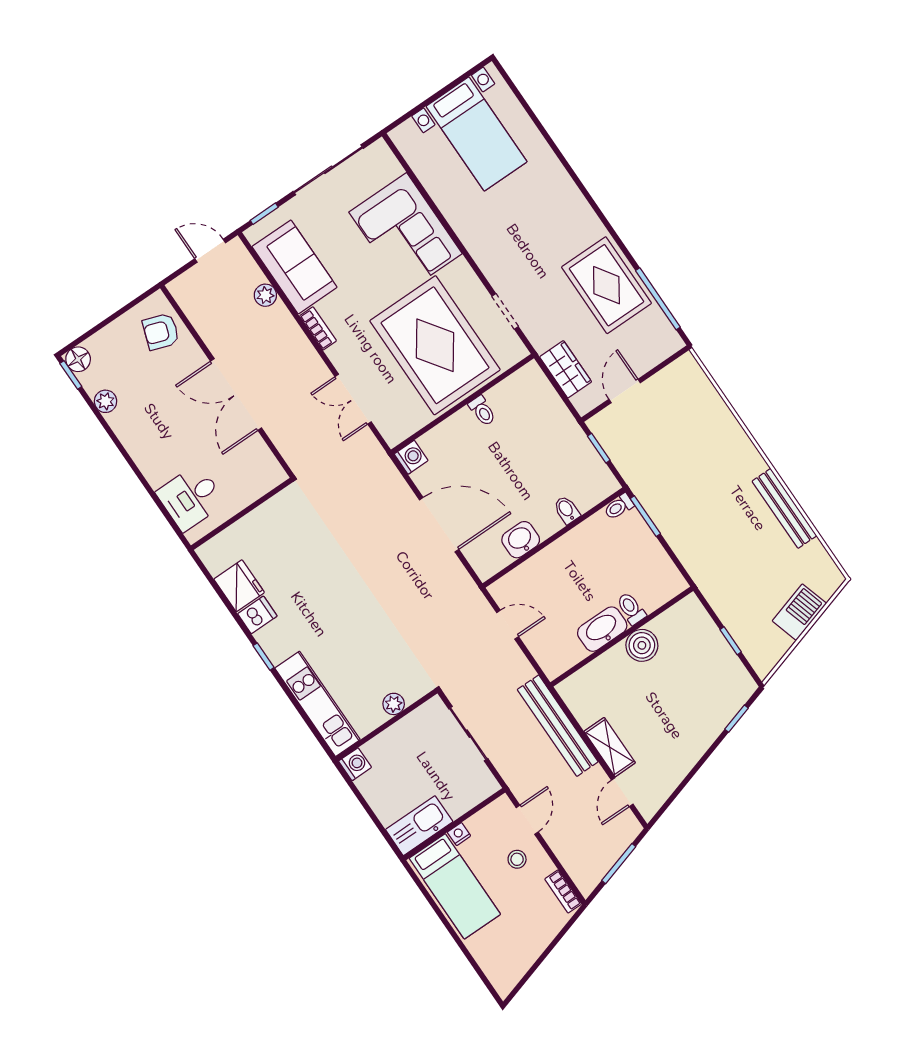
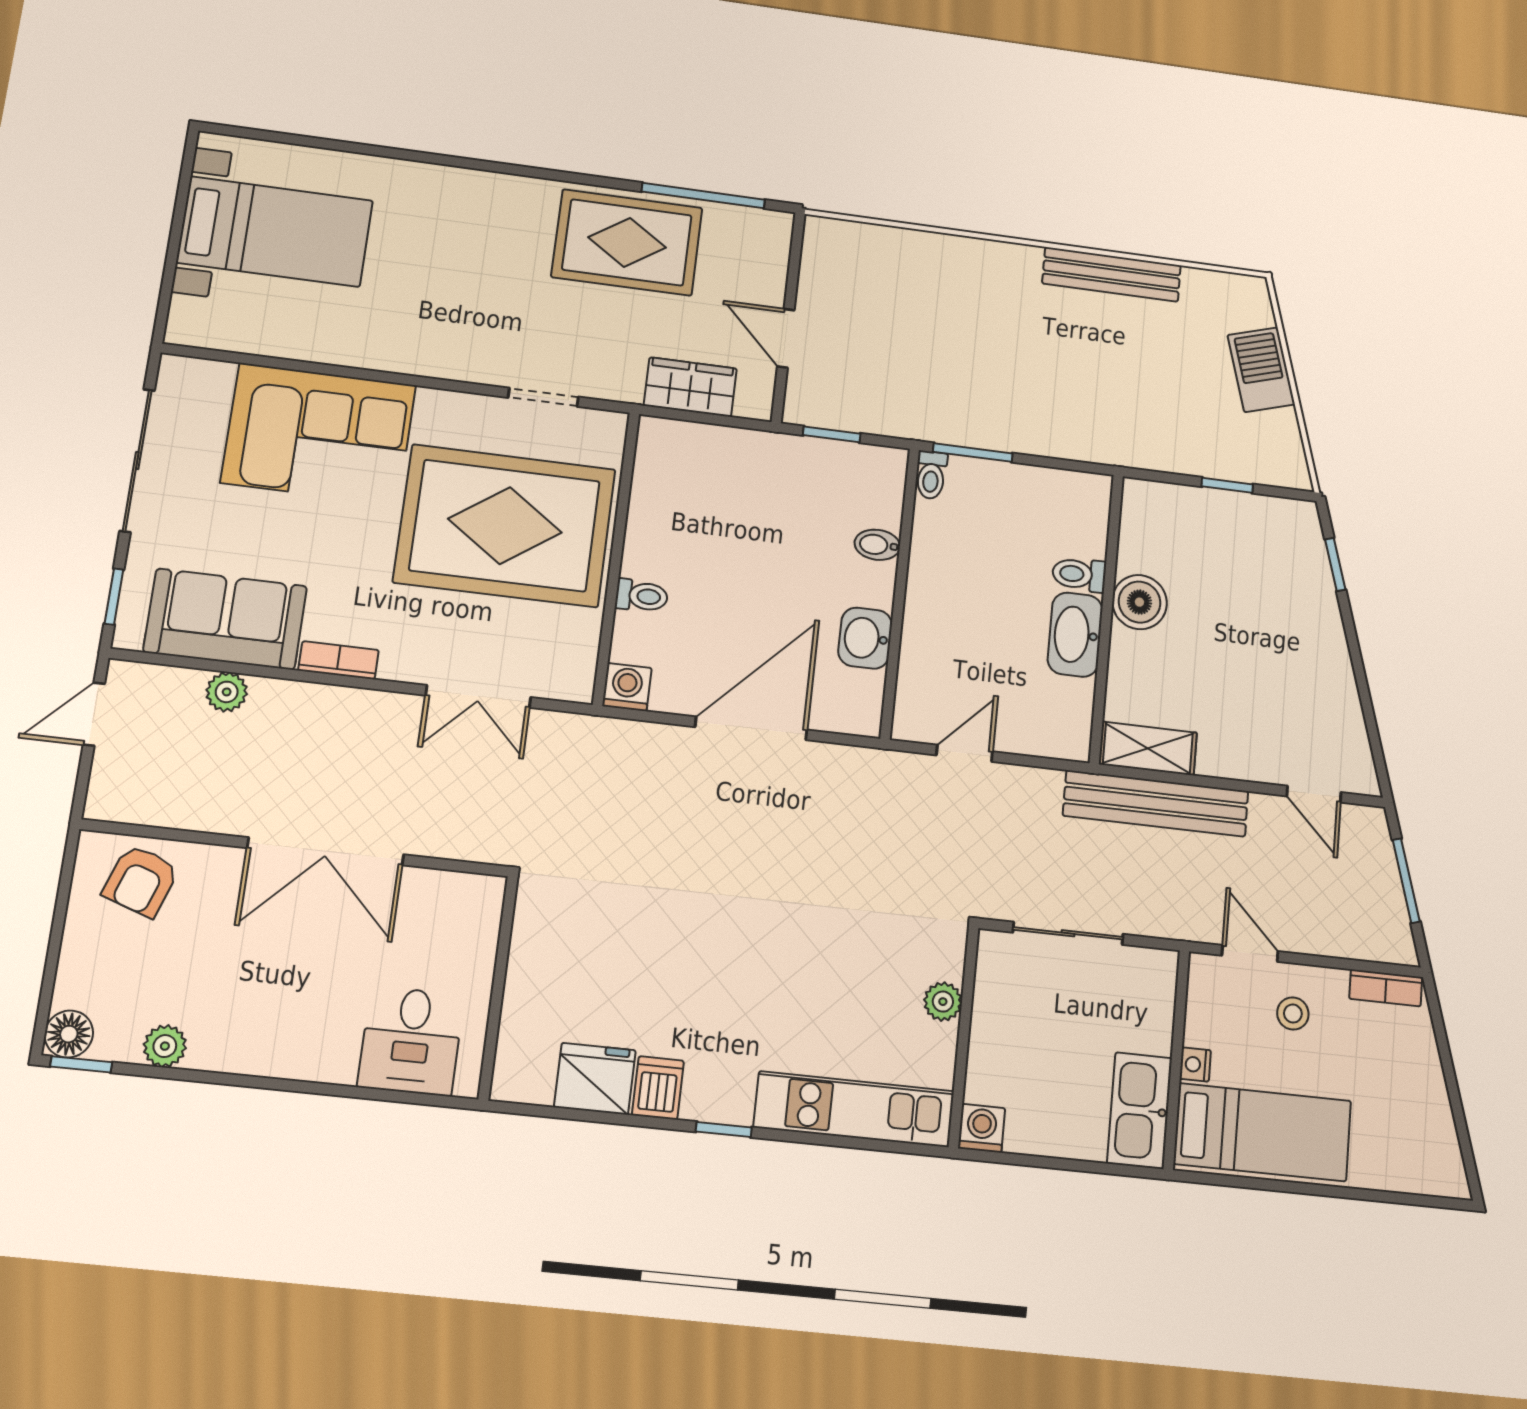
toilet: (482, 411) -> (642, 596), moved
shelving: (610, 747) -> (1148, 748), moved

